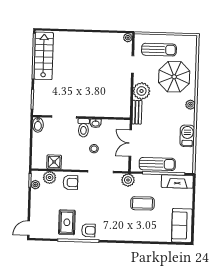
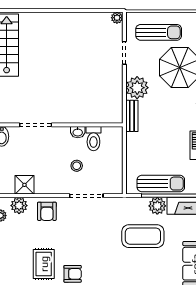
toilet: (83, 128) -> (93, 139), moved
double door: (130, 143) -> (124, 157), removed
plant: (128, 180) -> (157, 206), moved
armchair: (70, 182) -> (47, 211), turned 90
coffee table: (142, 203) -> (143, 236), width x1.36, depth x1.32

